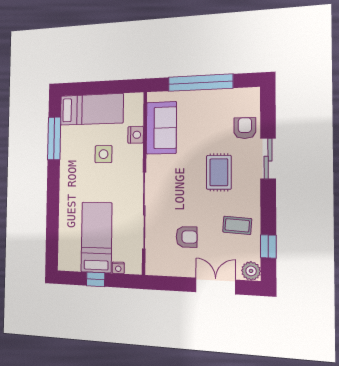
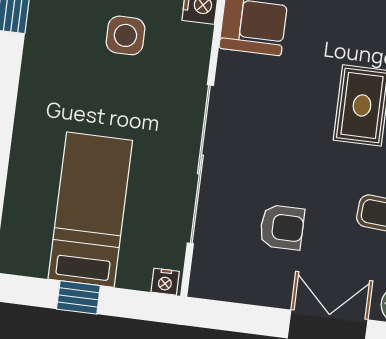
nightstand: (118, 268) -> (165, 282), moved

